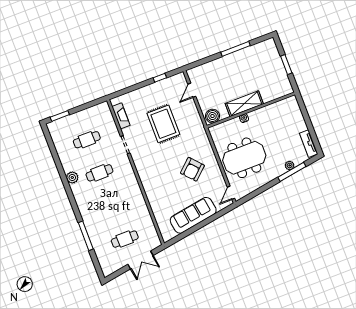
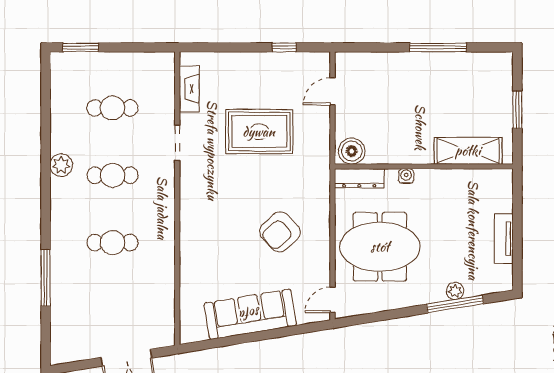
shelving: (244, 104) -> (468, 151), moved
rug: (163, 124) -> (259, 132), turned 90
dresser: (221, 128) -> (359, 178), added
tv unit: (309, 144) -> (504, 239), moved
cafe table: (125, 239) -> (113, 243), moved

